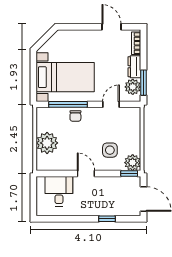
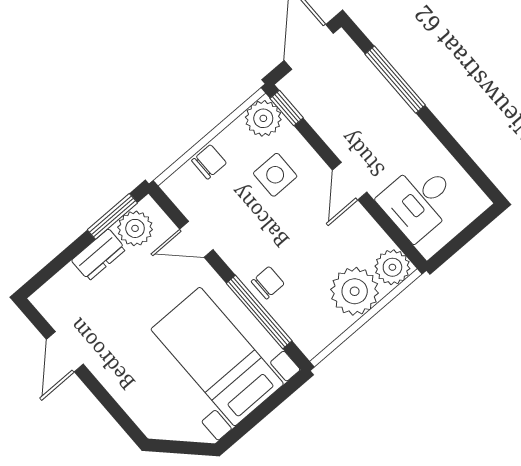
bookcase: (136, 43) -> (57, 286), removed
chair: (134, 131) -> (209, 162), added
plant: (44, 163) -> (392, 267), added
window: (107, 219) -> (395, 80), width x2.17

